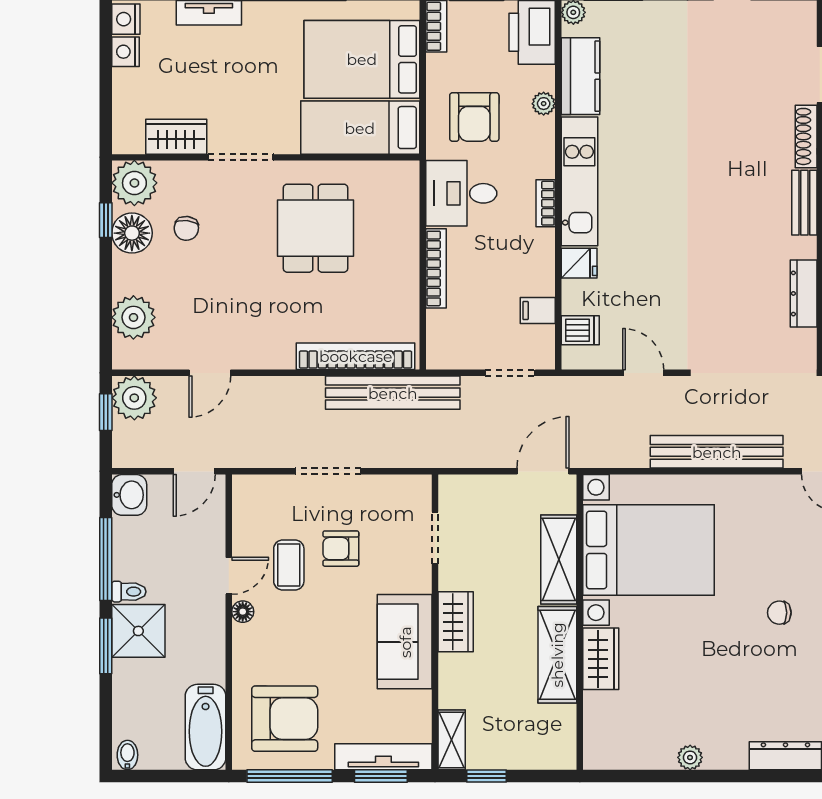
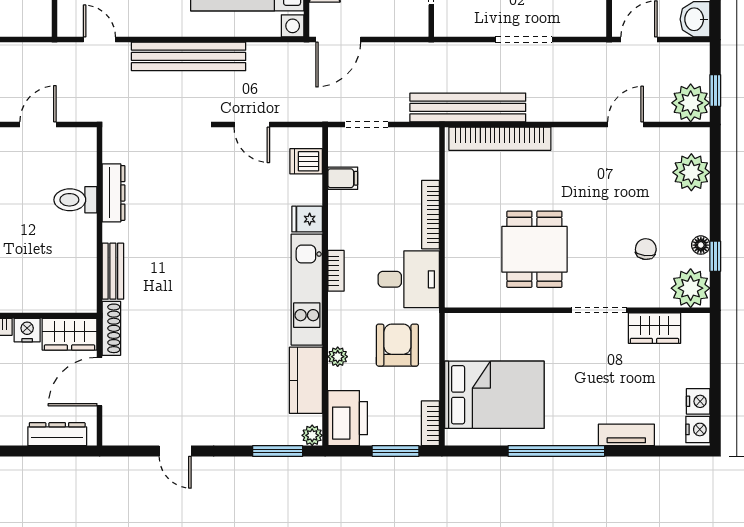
bed: (360, 128) -> (496, 336), removed
floor lamp: (132, 233) -> (701, 245), width x0.53, depth x0.53

